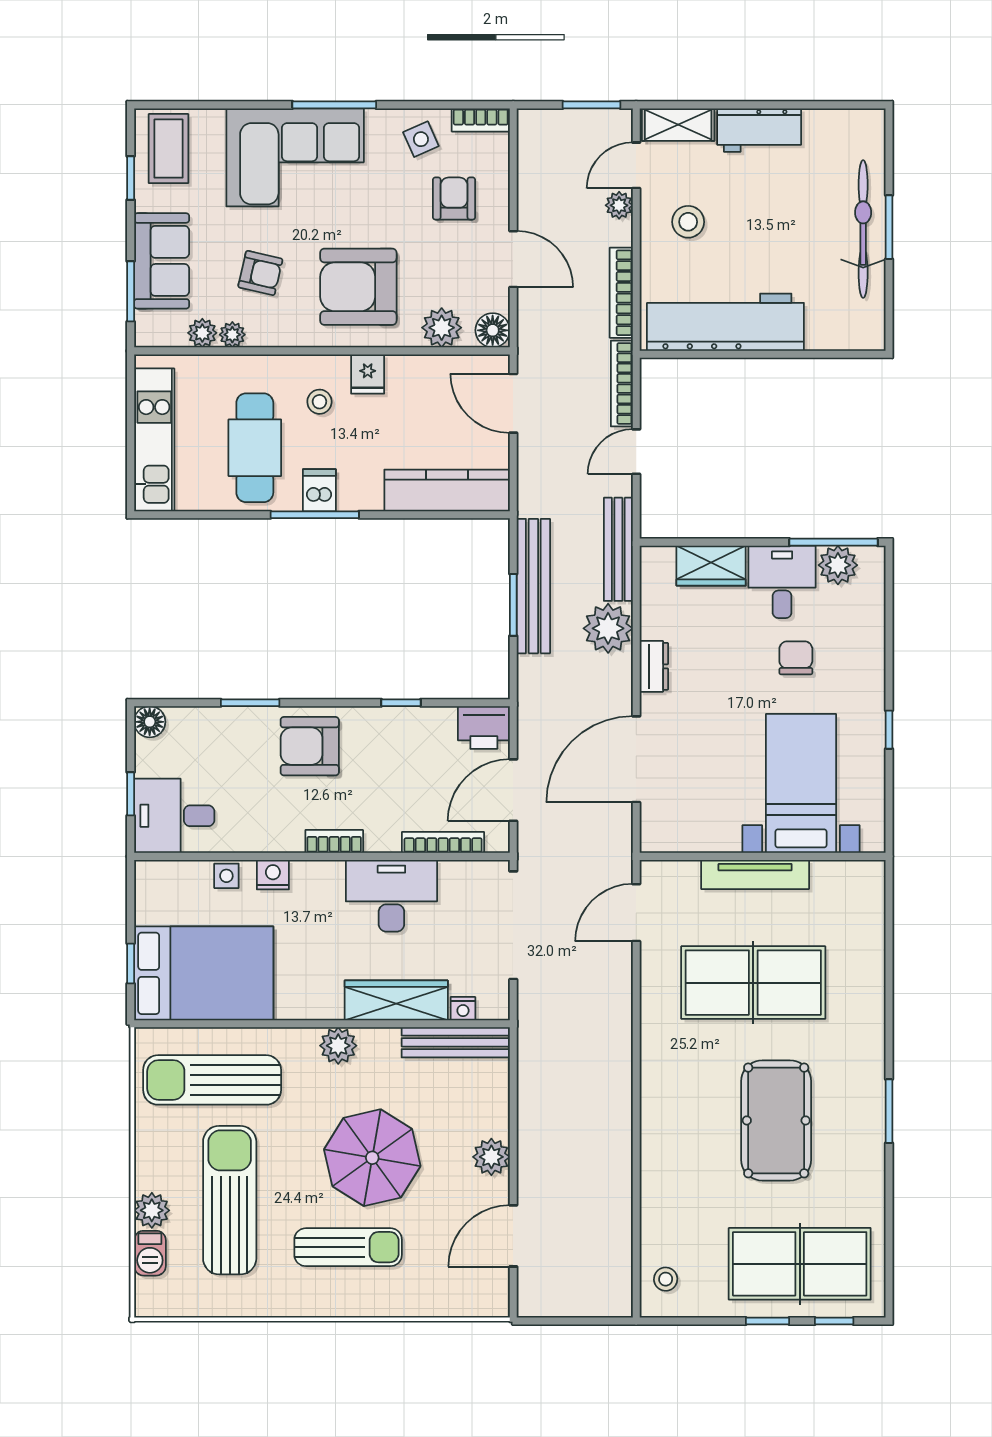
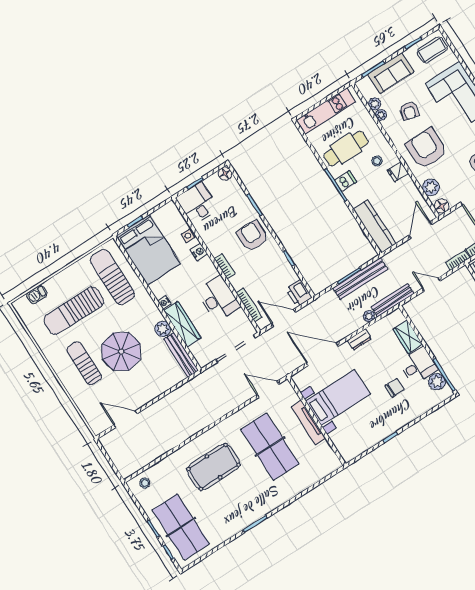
bookcase: (622, 383) -> (458, 260), width x0.64
plant: (608, 628) -> (369, 316), width x0.53, depth x0.53
bed with nightstands: (801, 783) -> (338, 398), moved
nightstand: (463, 1009) -> (164, 302), moved
plant: (338, 1046) -> (163, 329), moved
pool table: (776, 1120) -> (213, 467), moved
plant: (491, 1157) -> (149, 393), removed
sun lounger: (230, 1200) -> (74, 311), turned 180
plant: (152, 1210) -> (52, 285), removed
sun lounger: (348, 1247) -> (84, 363), turned 180

